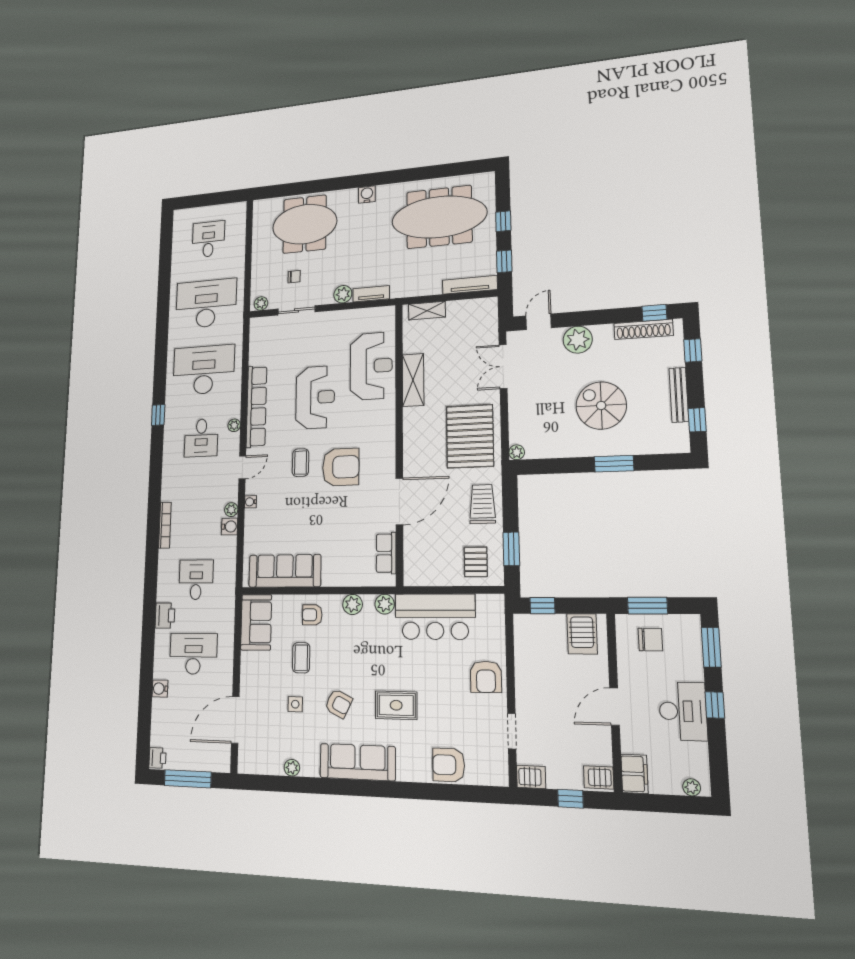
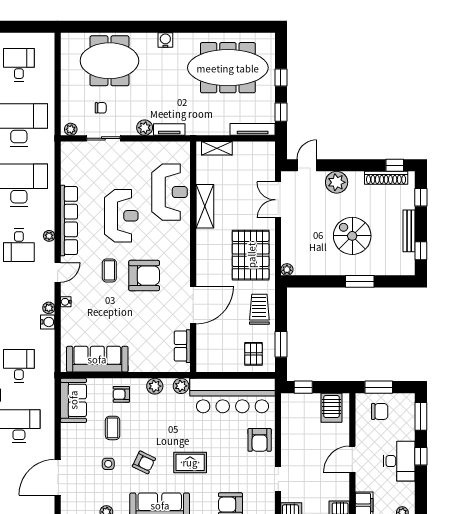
bar counter: (435, 617) -> (232, 396), width x1.36

